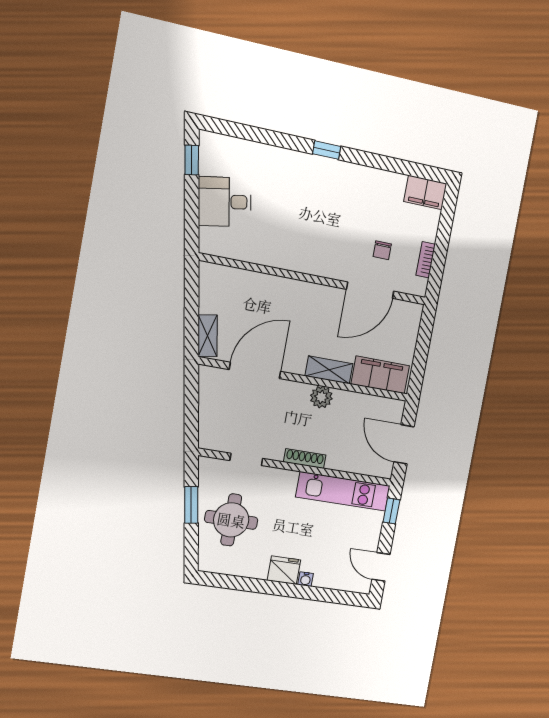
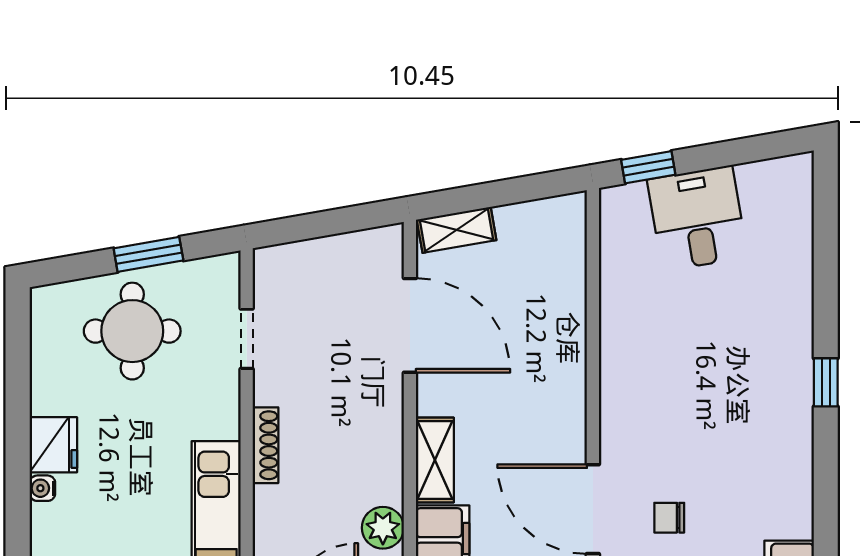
window: (192, 160) -> (648, 167), moved
plant: (321, 397) -> (383, 528), moved

